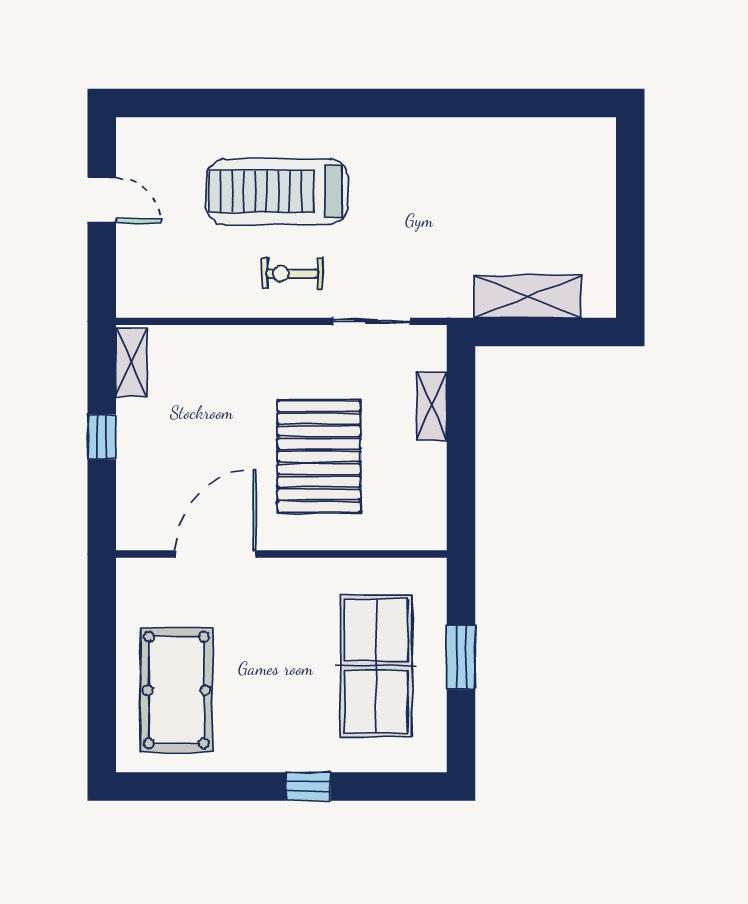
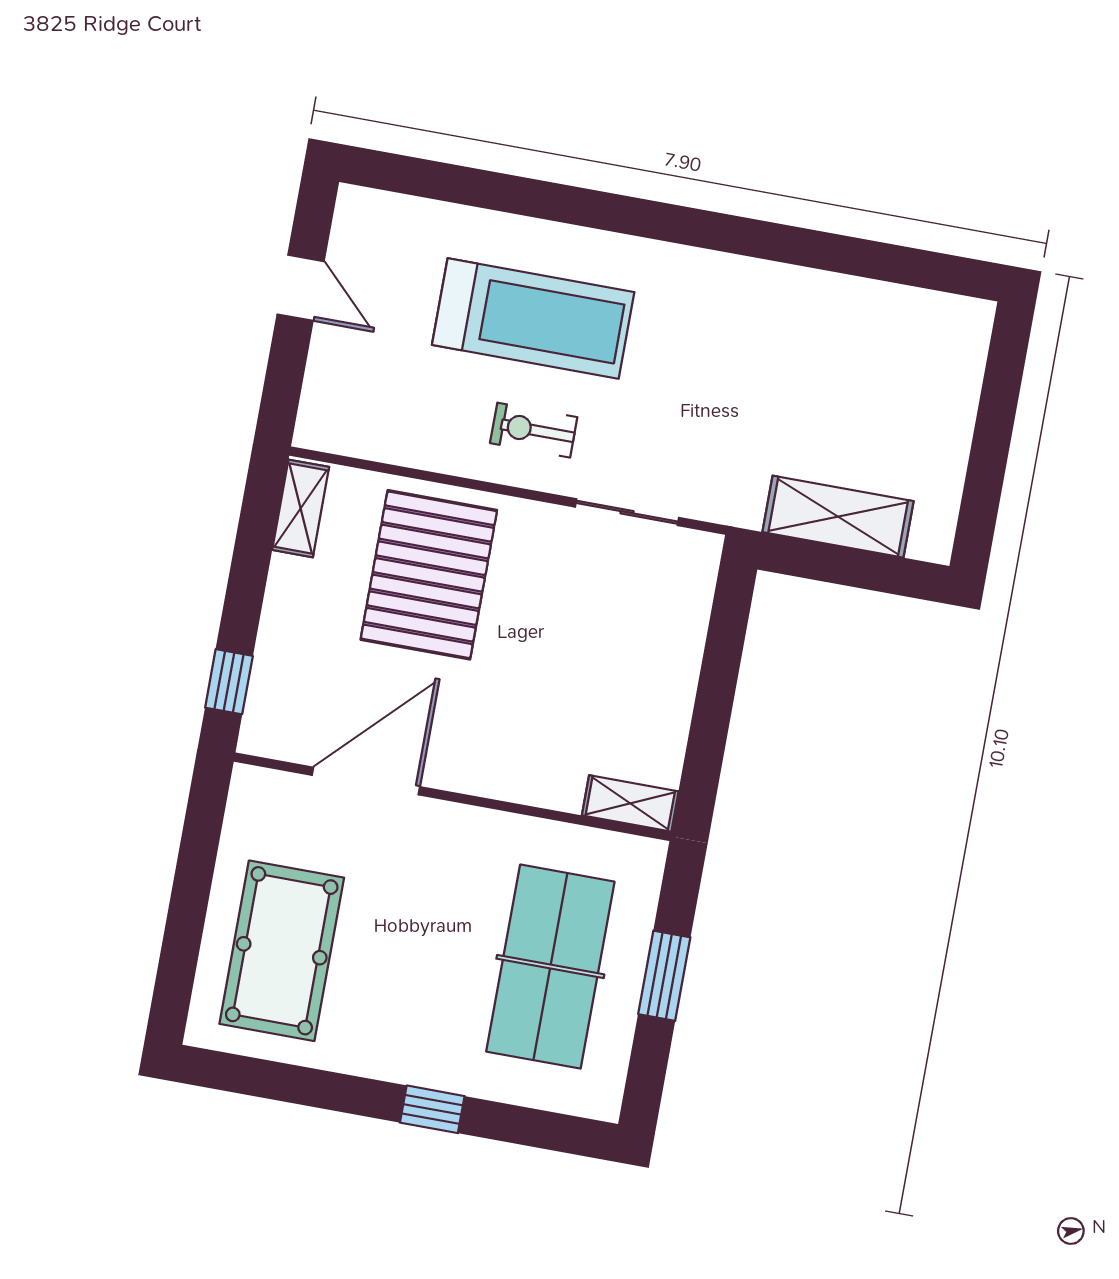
treadmill: (277, 192) -> (533, 318), turned 180
shelving: (432, 406) -> (630, 803), moved, turned 90
window: (102, 437) -> (229, 682), moved
pallet: (319, 456) -> (429, 575), moved

